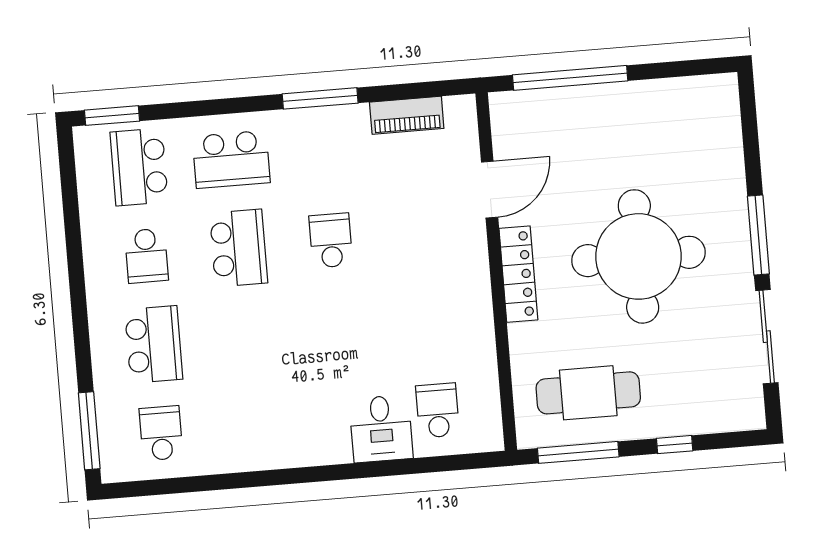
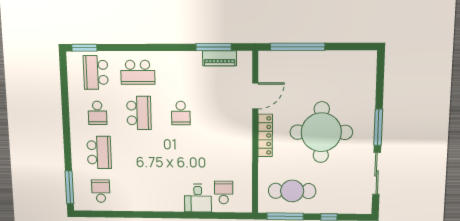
window: (320, 98) -> (214, 47), moved
school desk: (331, 241) -> (181, 113), turned 180

